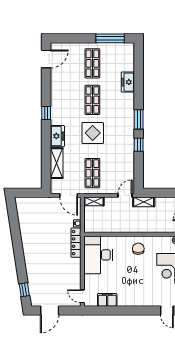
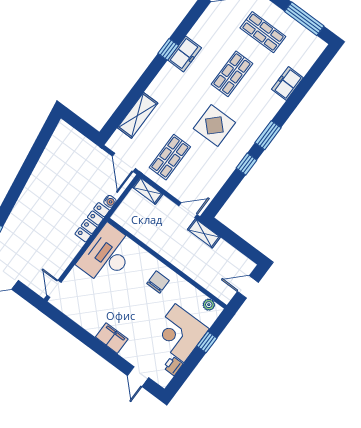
shop shelf: (92, 63) -> (263, 32), turned 90
display table: (93, 133) -> (214, 125), moved
freezer: (57, 136) -> (185, 54), moved
filing cabinet: (107, 300) -> (112, 338), moved

